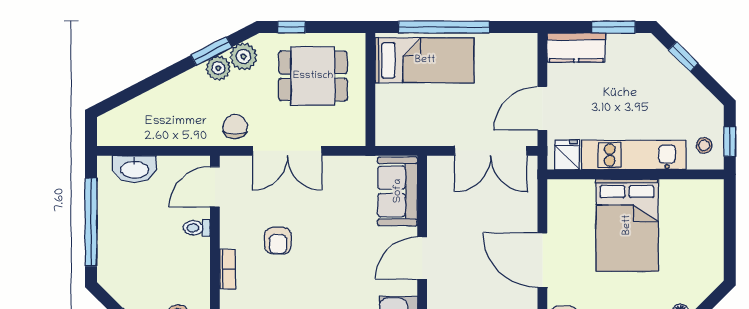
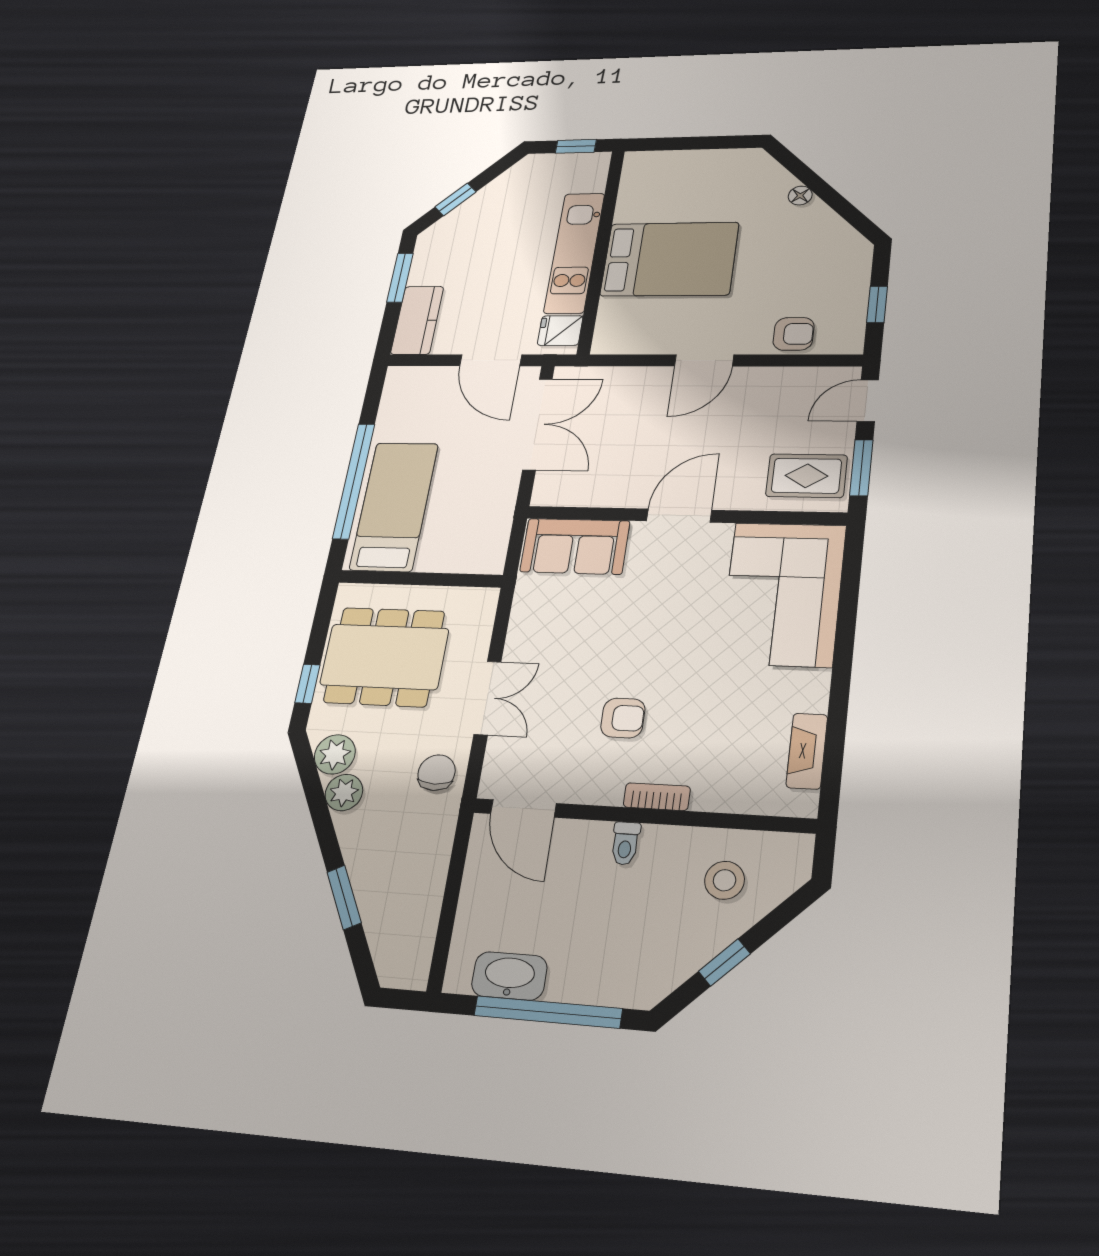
window: (211, 51) -> (344, 897), moved
dining table: (313, 76) -> (384, 657), width x1.38
chair: (235, 127) -> (437, 773), turned 90
stool: (704, 145) -> (576, 174), removed
double door: (287, 151) -> (487, 698), width x0.73
washbasin: (134, 169) -> (509, 976), moved, turned -90
toilet: (197, 228) -> (625, 843), moved
door: (422, 258) -> (679, 515), swing flipped
door: (542, 260) -> (704, 360), width x0.73

